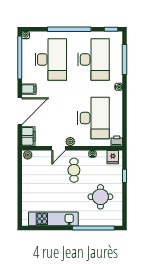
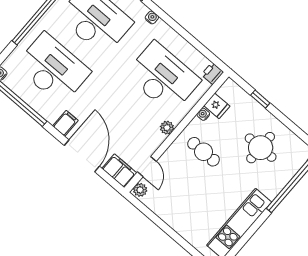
door: (59, 148) -> (147, 167), moved
fridge: (113, 157) -> (217, 106), moved

